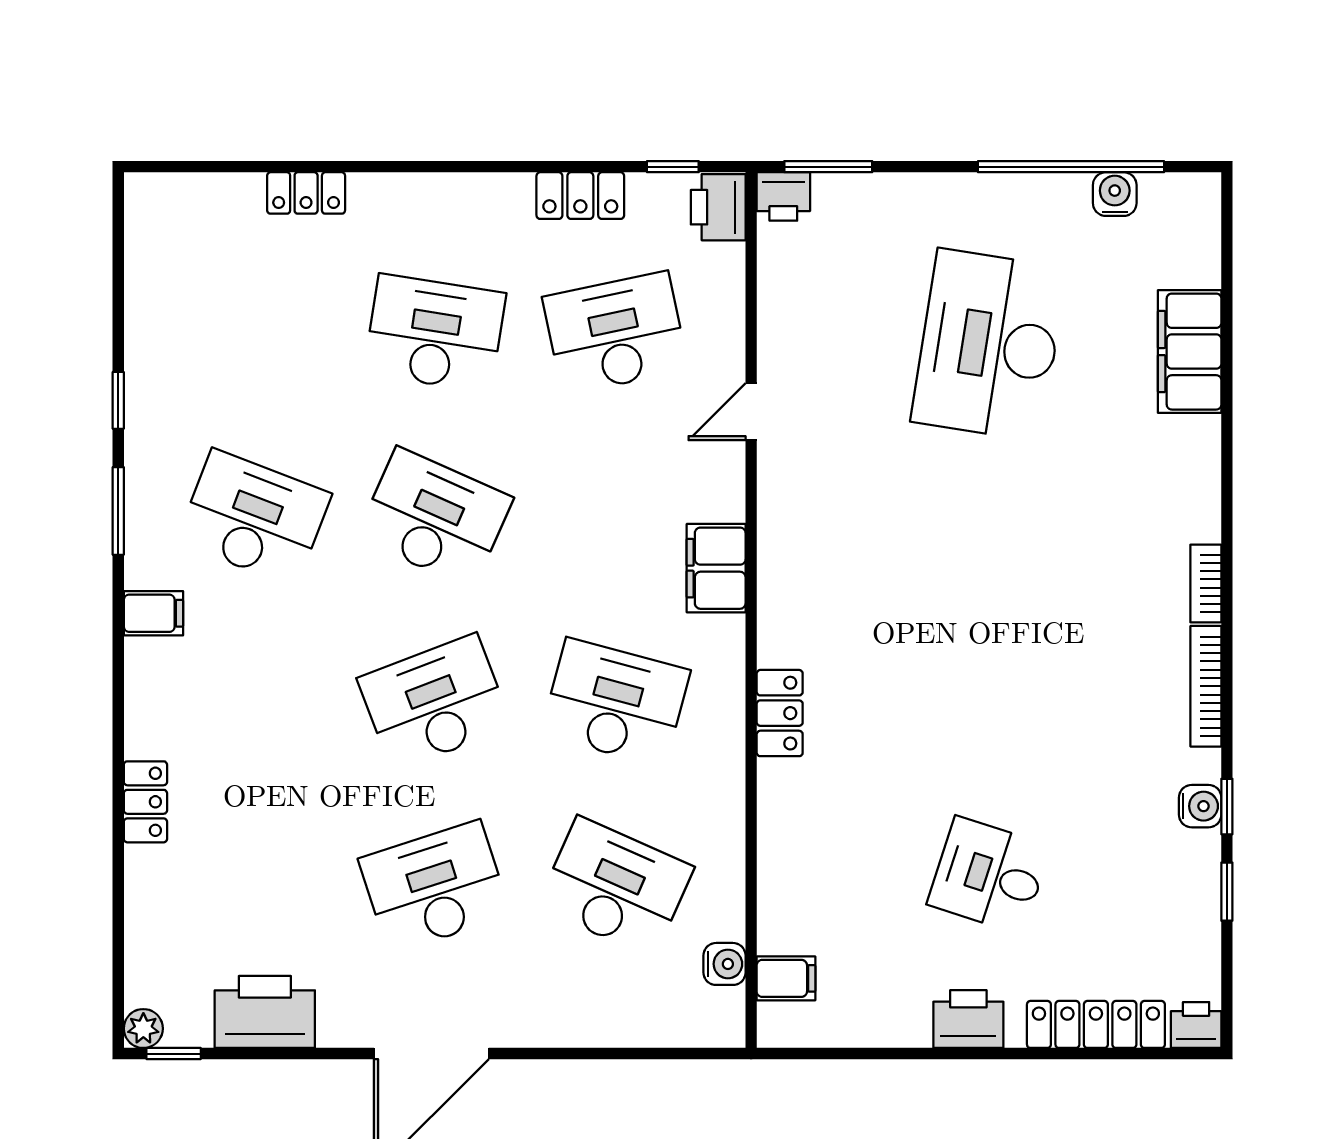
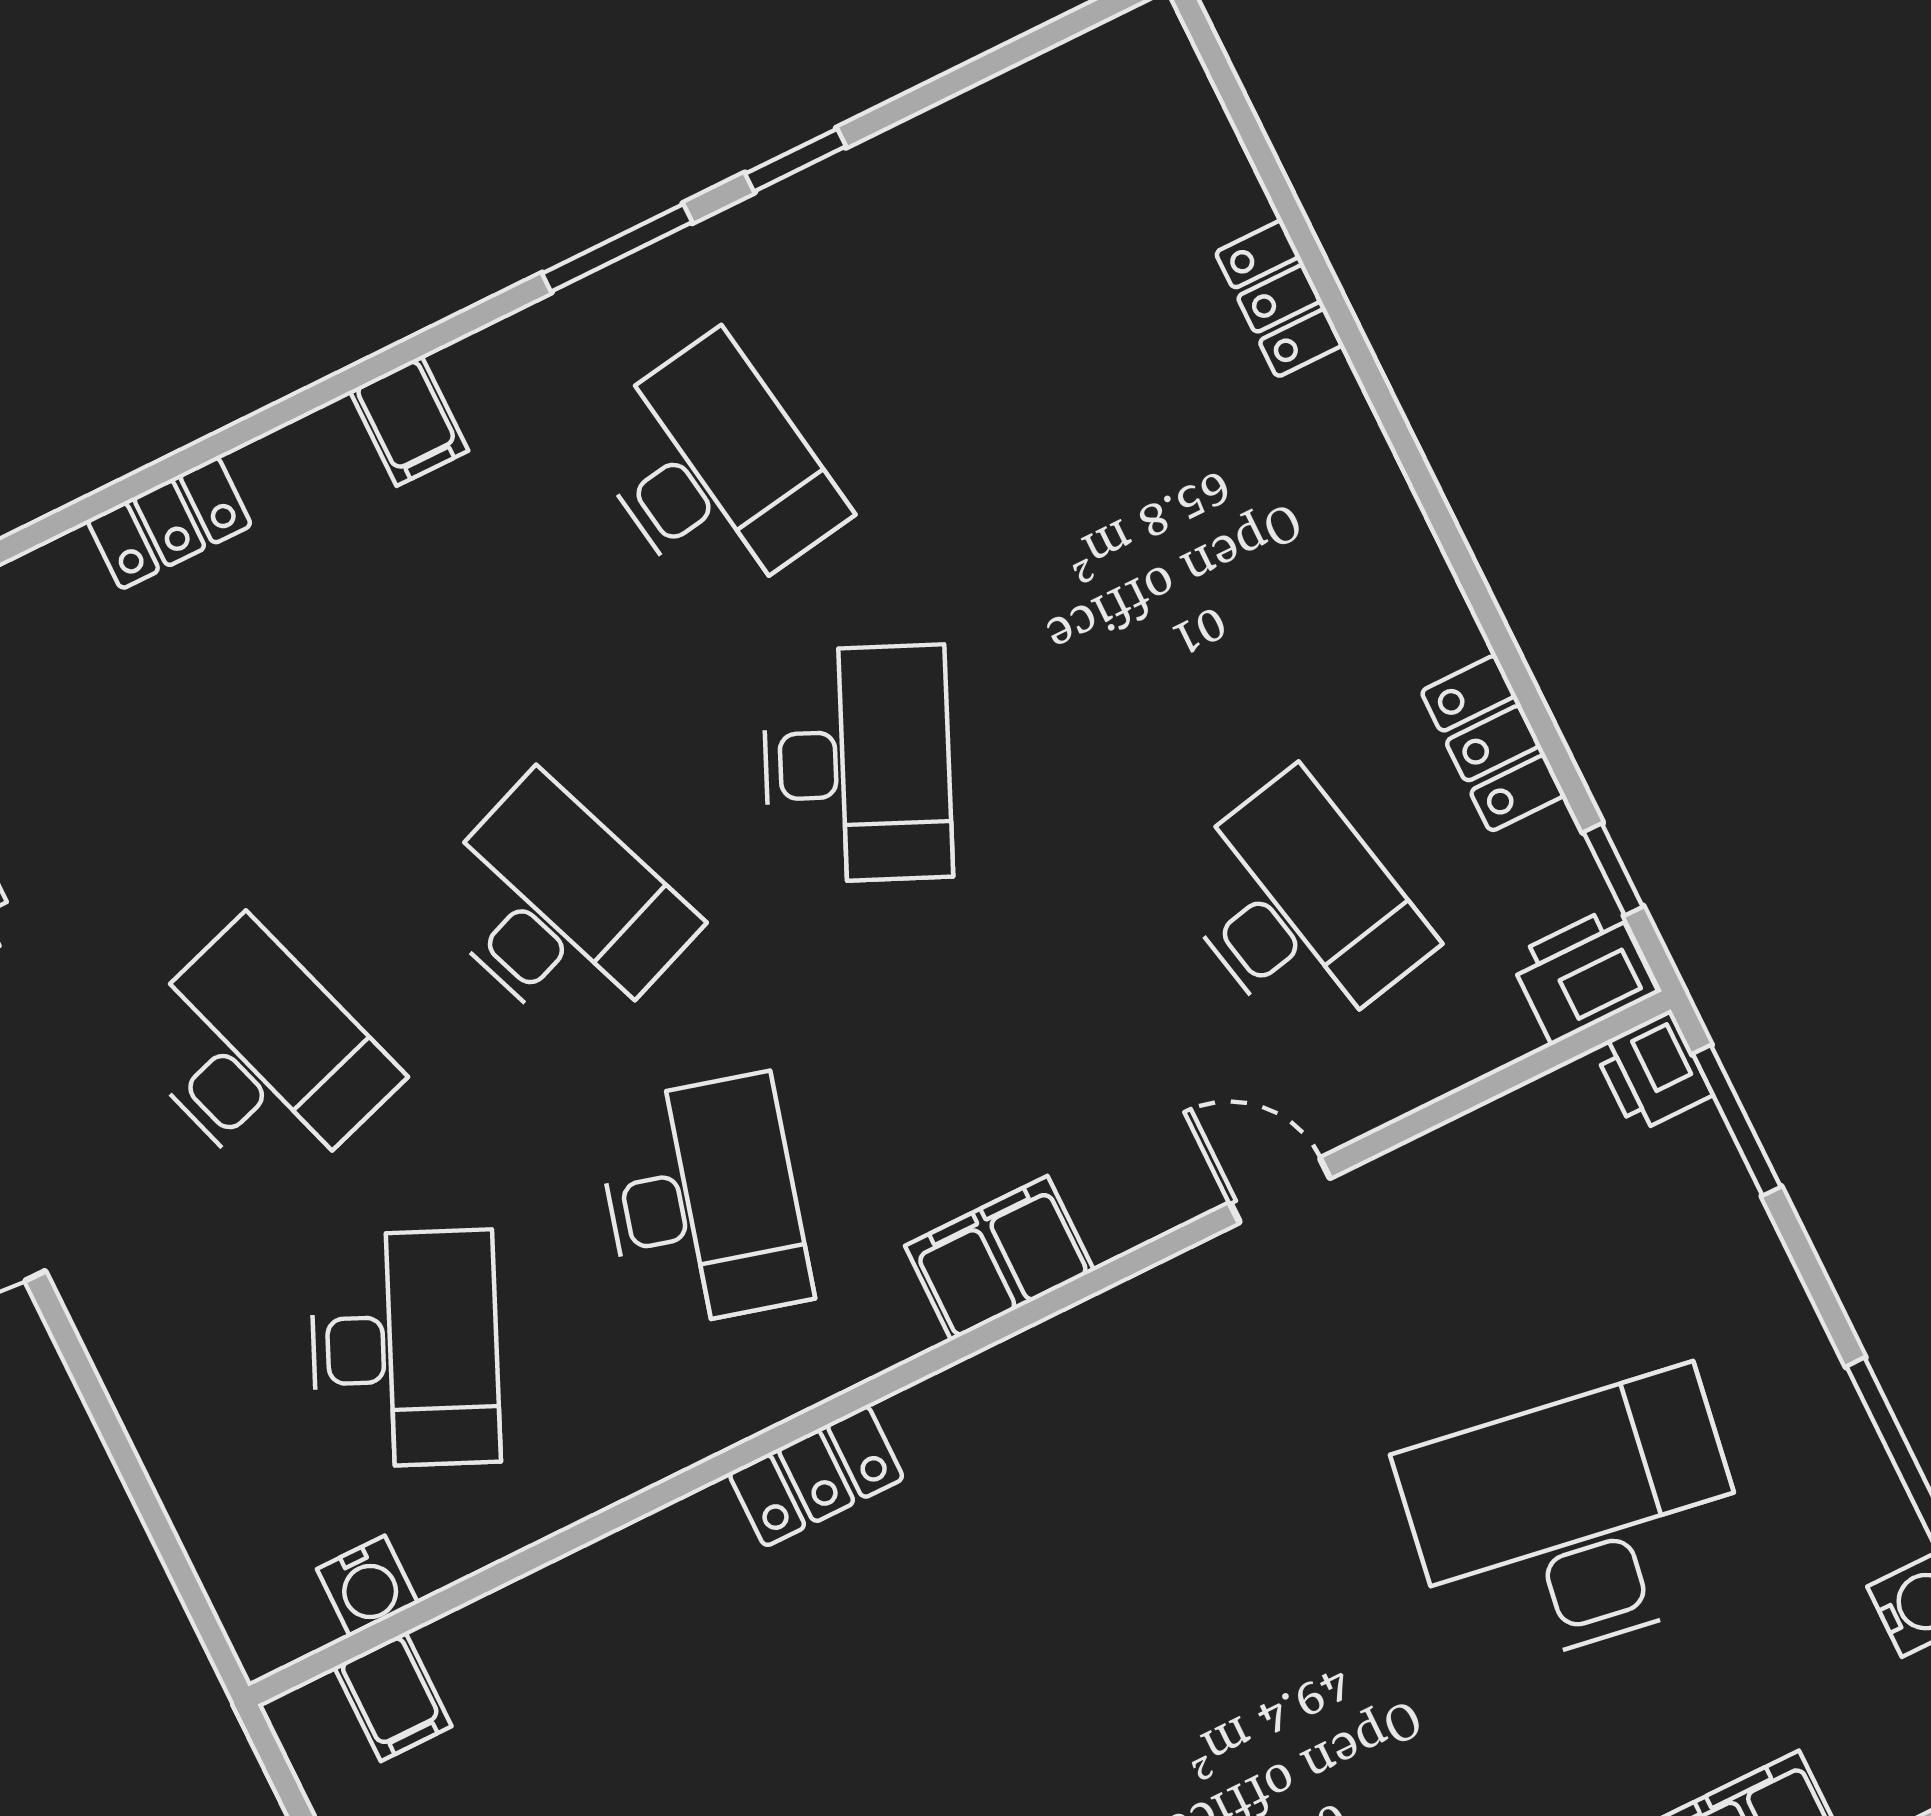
desk: (435, 333) -> (1155, 617), removed
desk: (254, 518) -> (714, 472), turned -30
filing cabinet: (153, 613) -> (409, 421), moved

